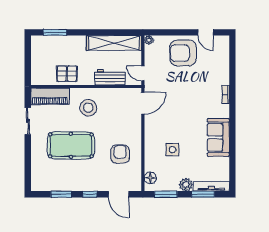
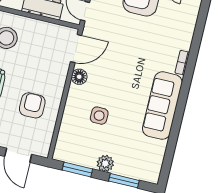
sofa: (218, 137) -> (162, 106), width x1.36
floor lamp: (150, 178) -> (79, 77), moved
tv unit: (211, 186) -> (137, 173), removed

